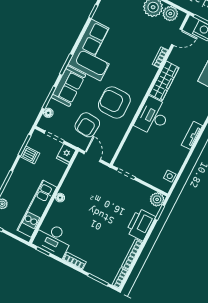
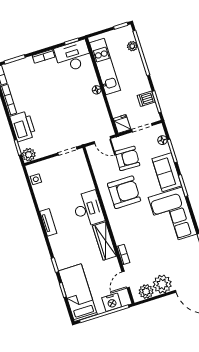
armchair: (87, 125) -> (127, 158), turned 87

